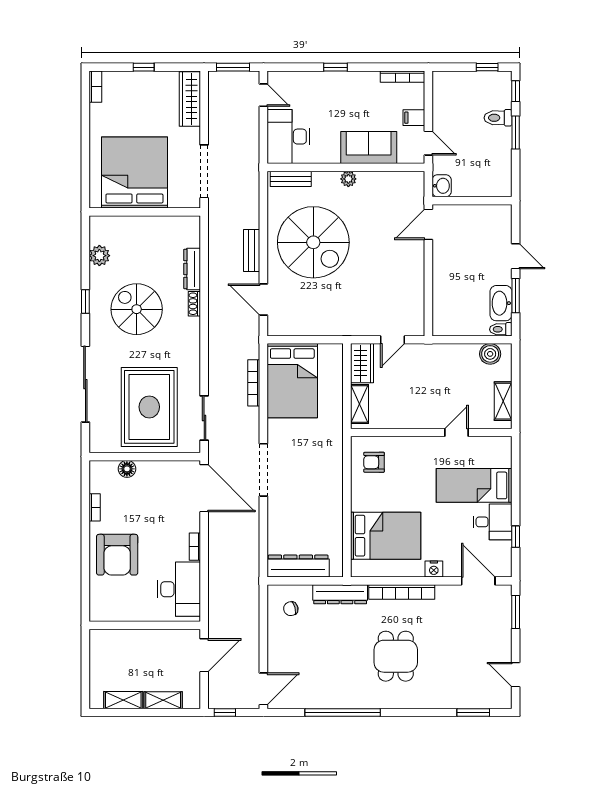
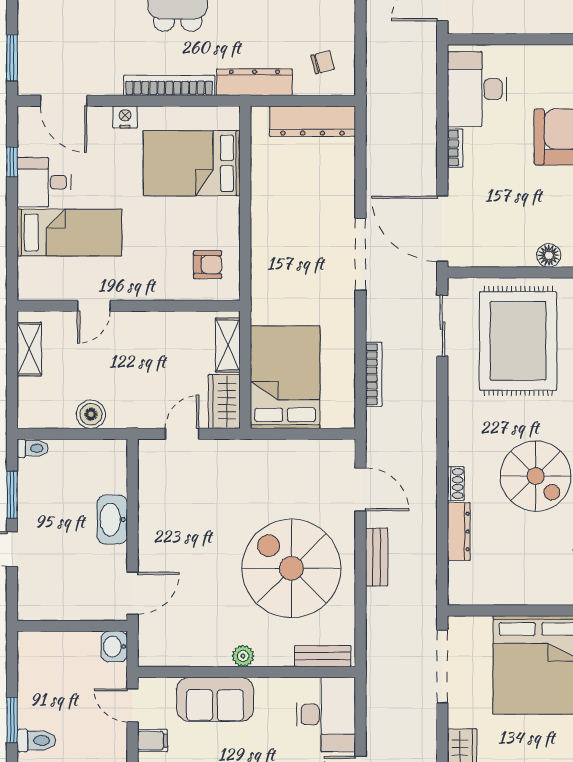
washbasin: (501, 303) -> (112, 519), moved, turned 180
boiler: (490, 354) -> (91, 414), moved
bed: (292, 381) -> (285, 377), moved

